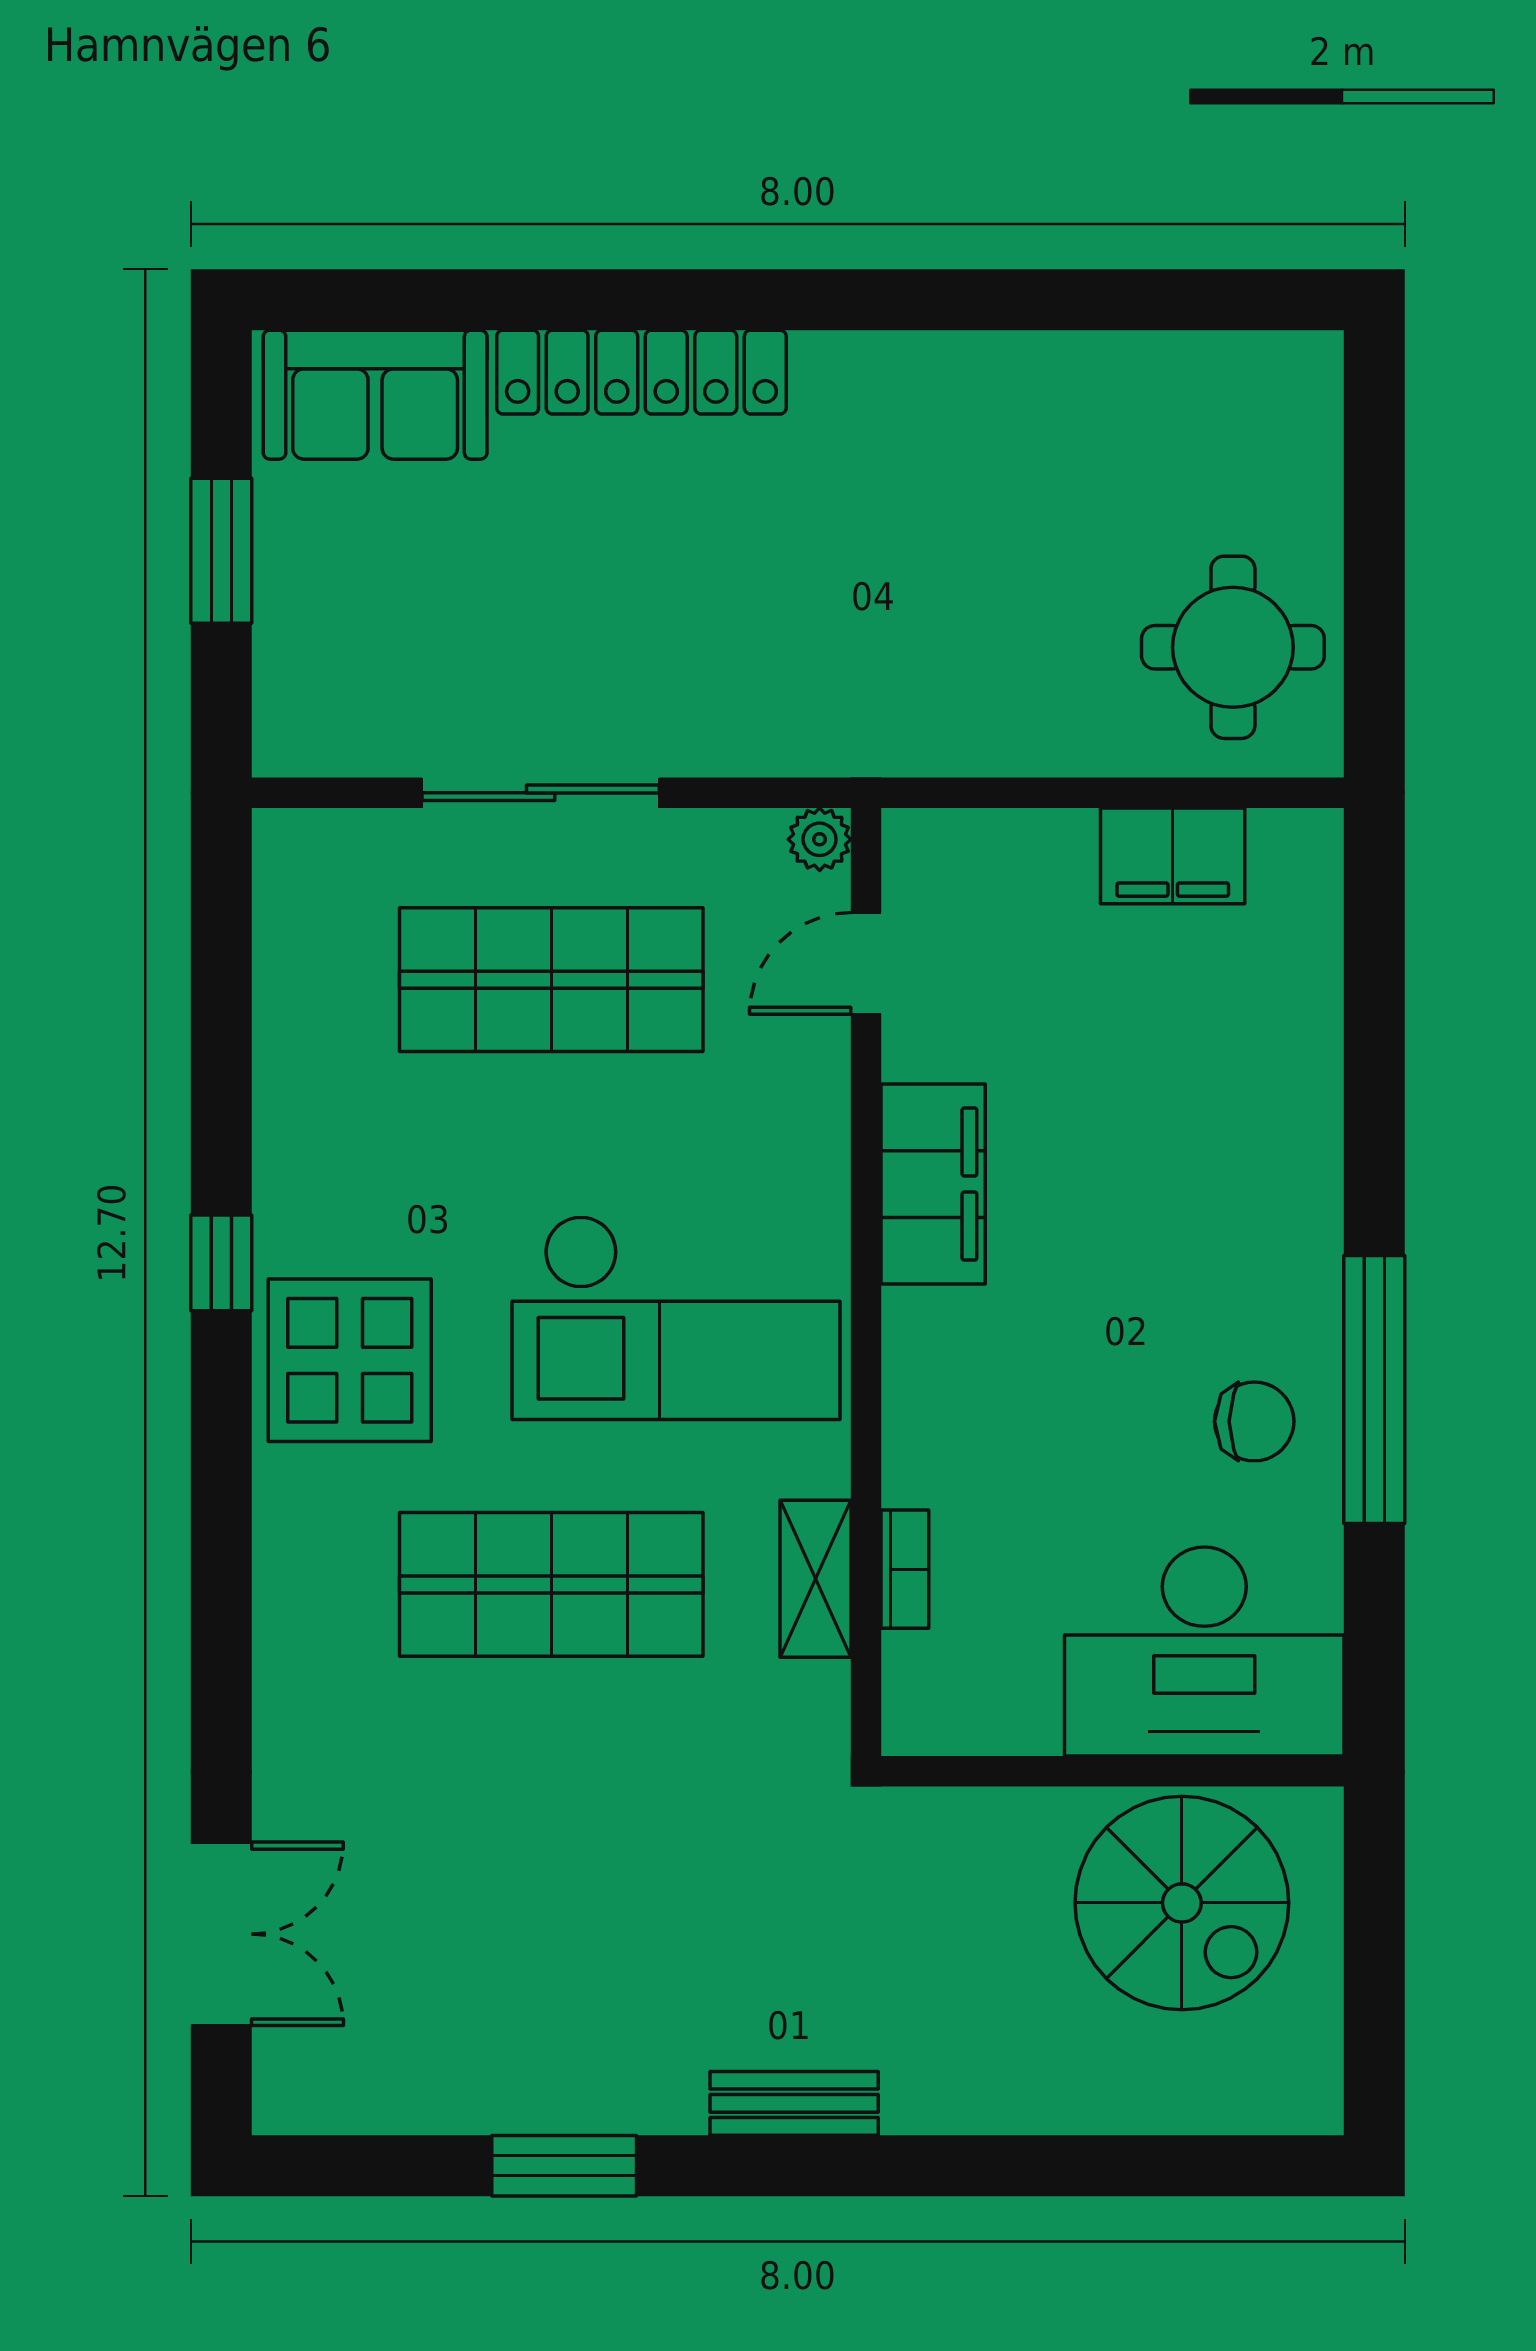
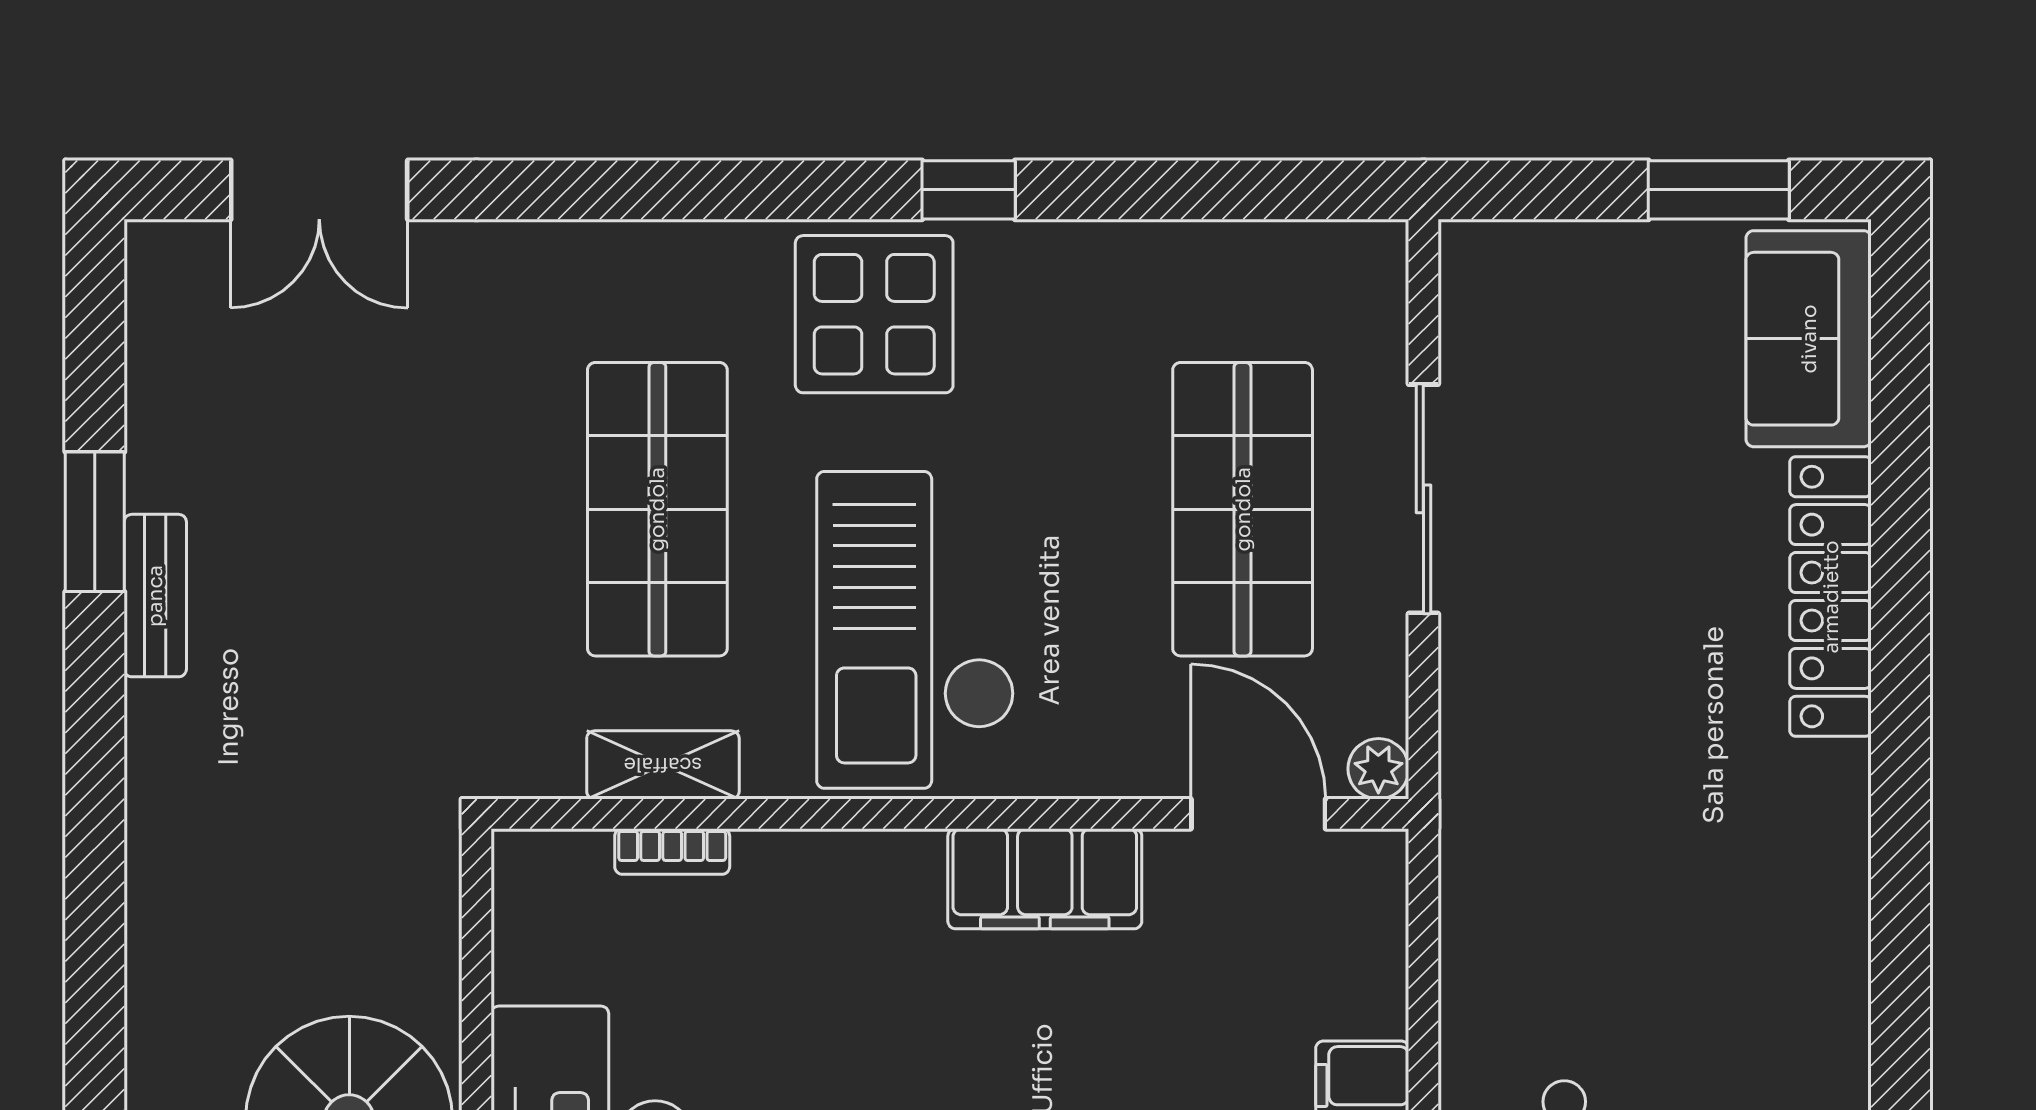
window: (221, 551) -> (1719, 190), moved
door: (866, 963) -> (1258, 814), width x1.38
bench: (794, 2103) -> (155, 596), moved

